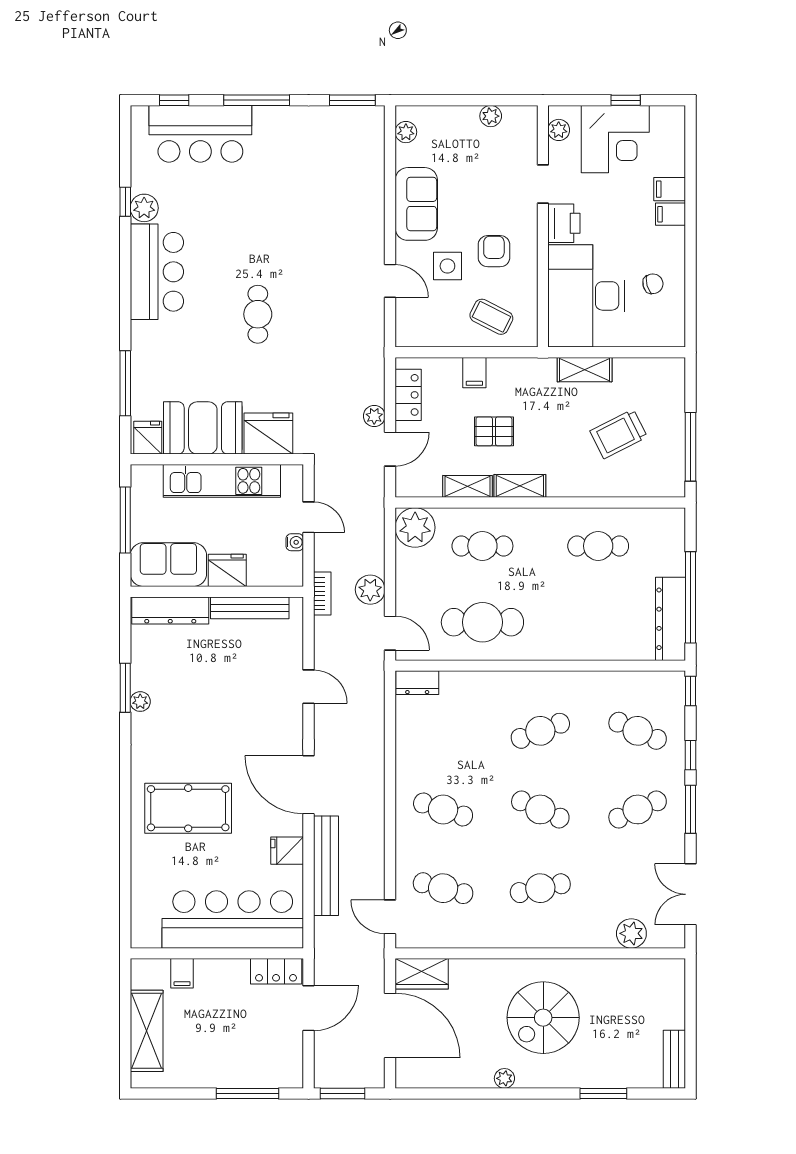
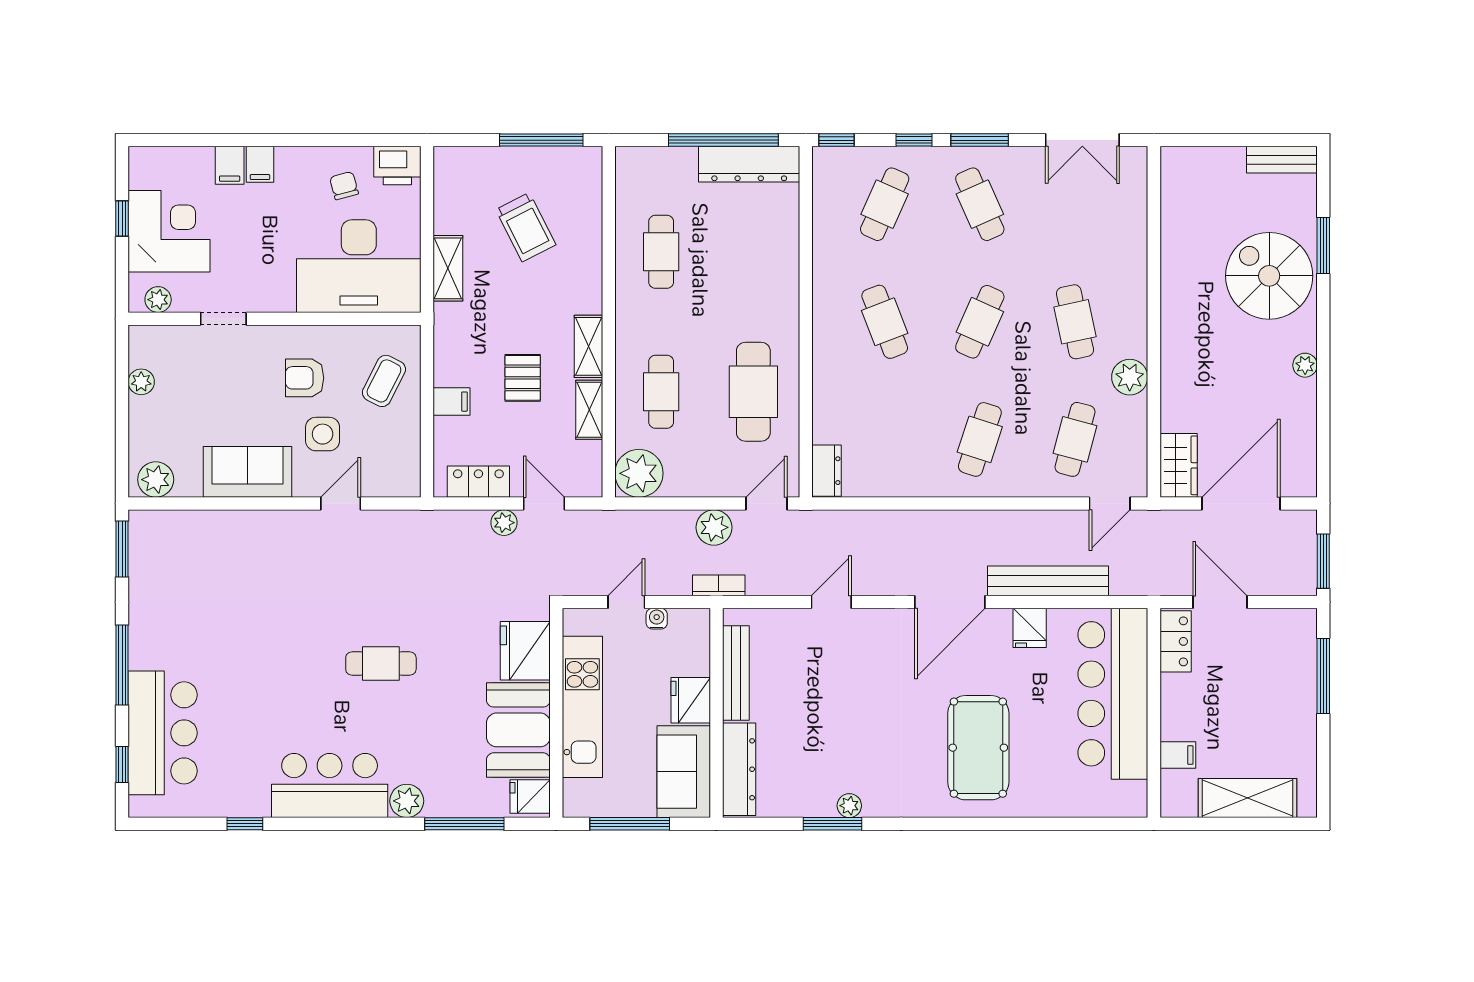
plant: (406, 132) -> (156, 480), width x1.38, depth x1.38
plant: (144, 208) -> (407, 801), moved
printer: (564, 223) -> (397, 166), moved, turned 180
plant: (631, 933) -> (1130, 377), moved
spiral stairs: (543, 1018) -> (1269, 276), moved, turned 180

